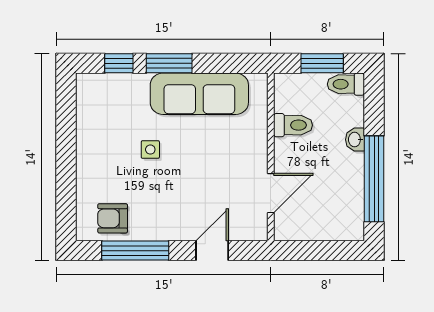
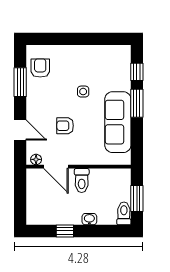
toilet: (293, 125) -> (82, 181), moved
armchair: (205, 178) -> (65, 126), added
window: (374, 179) -> (65, 231), width x0.32
floor lamp: (259, 225) -> (36, 159), added
window: (135, 251) -> (20, 82), width x0.69

